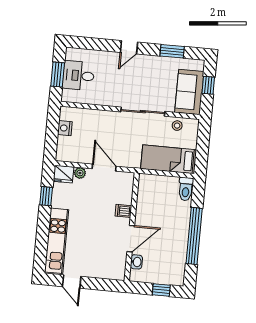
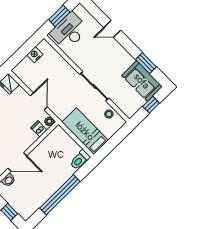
door: (129, 47) -> (112, 29), moved
desk: (78, 76) -> (69, 31), width x1.37
sofa: (189, 92) -> (142, 81), moved, turned -90
plant: (80, 173) -> (49, 121), moved
dishwasher: (123, 211) -> (39, 129), moved

